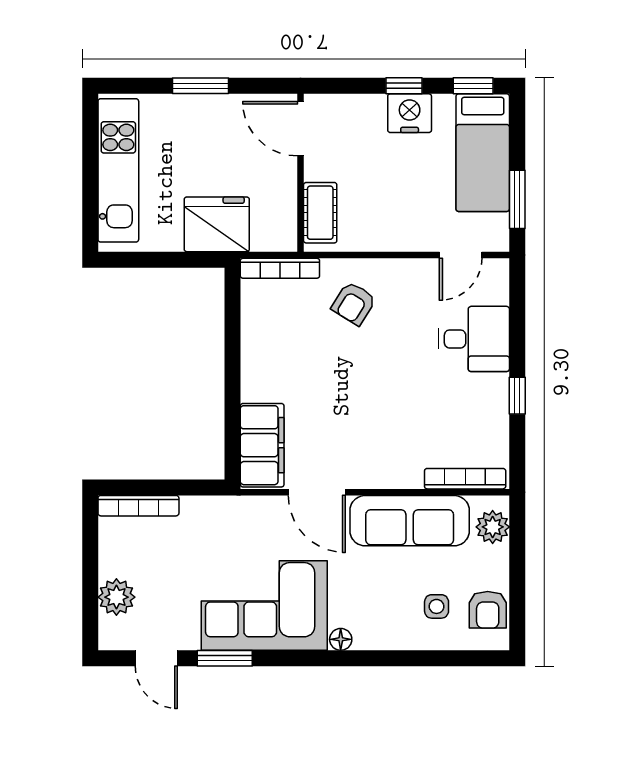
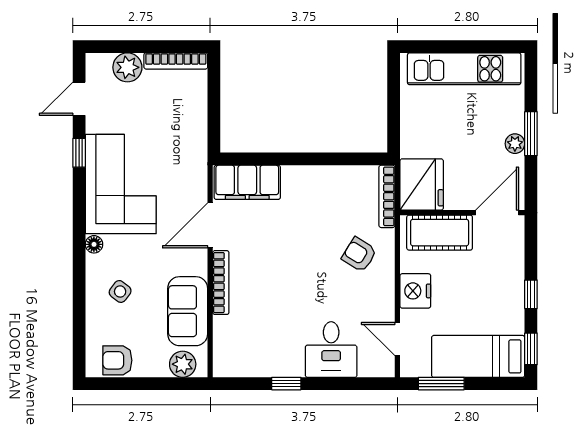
plant: (213, 106) -> (515, 144), added
nightstand: (410, 113) -> (415, 291), moved, turned 180
cot: (320, 213) -> (440, 233), width x1.37, depth x1.34
fridge: (217, 224) -> (422, 184), moved
bookcase: (465, 479) -> (221, 283), moved
bookcase: (138, 506) -> (176, 61), moved, turned -90
sofa: (410, 521) -> (188, 311), width x0.73
side table: (437, 606) -> (120, 291), moved, turned 37
window: (225, 658) -> (79, 153), width x0.67

